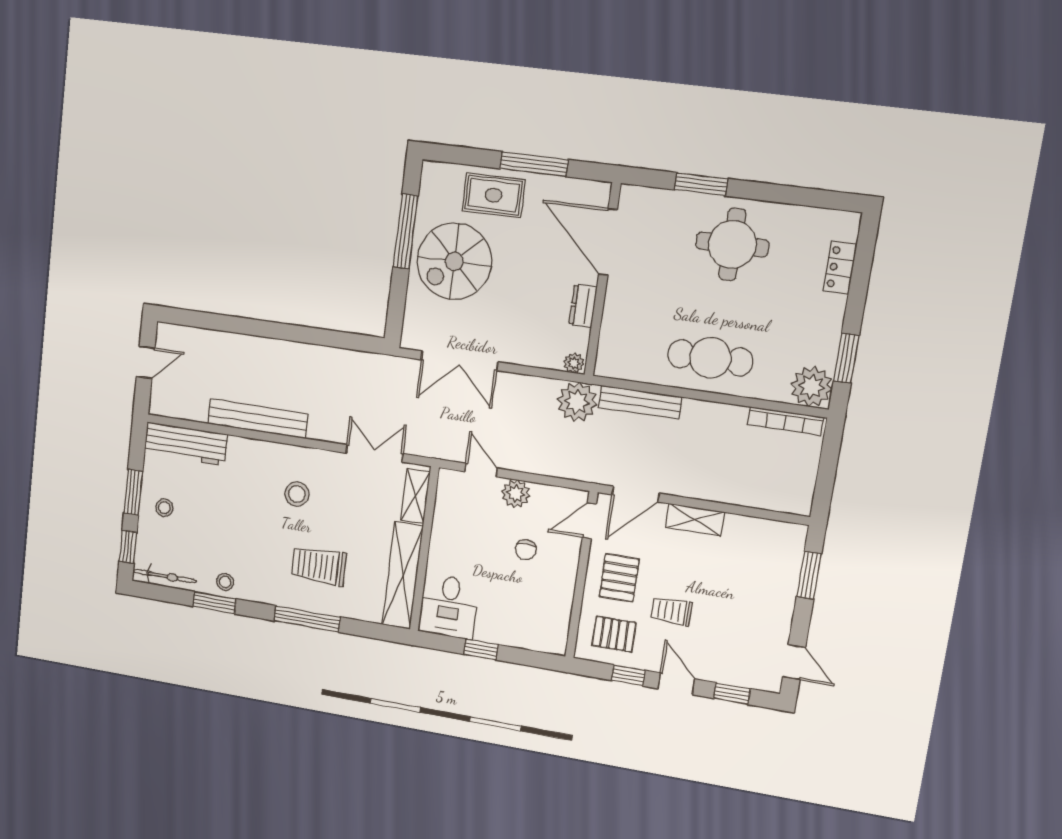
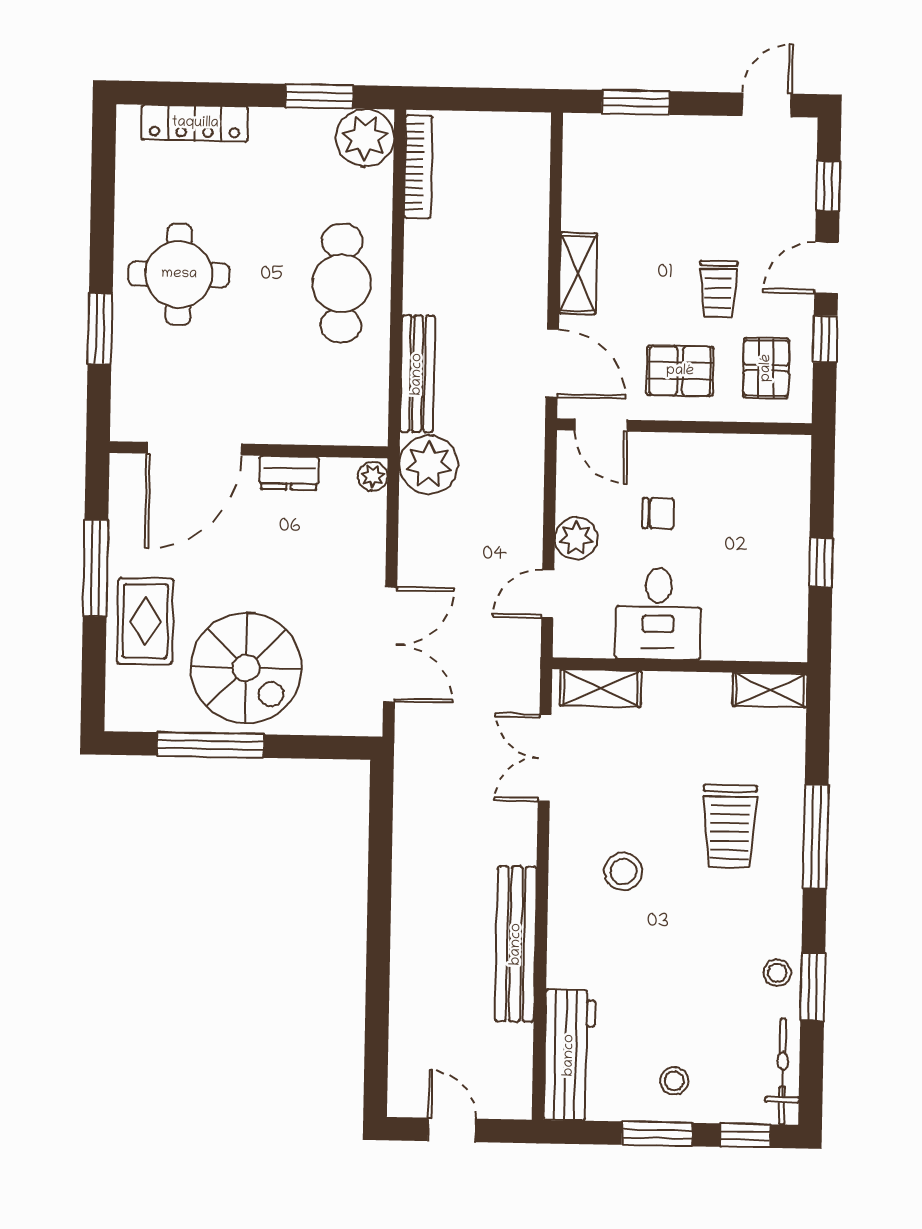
locker: (840, 267) -> (195, 123), width x1.53
shelving: (403, 576) -> (770, 690), width x0.45, depth x0.75
desk: (449, 607) -> (658, 614), moved, turned 90

